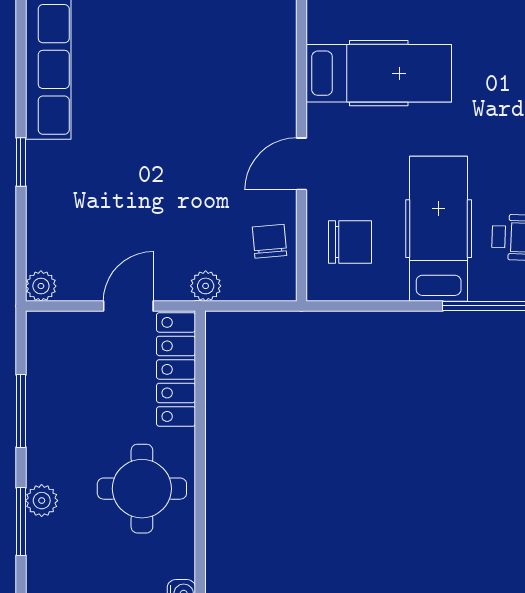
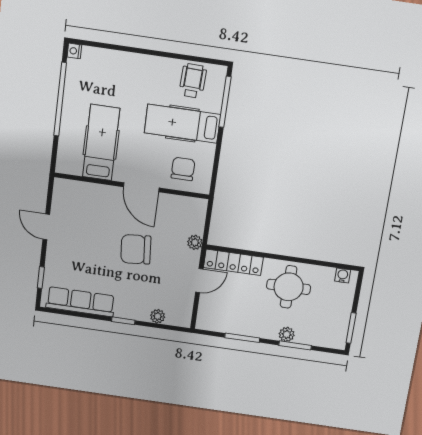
door: (301, 164) -> (141, 187), width x1.38
chair: (270, 241) -> (136, 249), moved, width x1.87, depth x1.87
plant: (41, 286) -> (158, 316), moved
door: (128, 306) -> (199, 281), swing flipped

